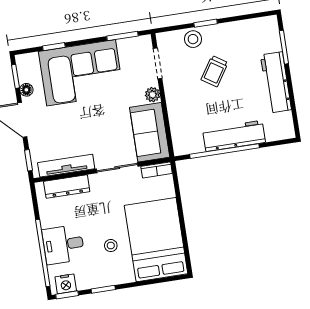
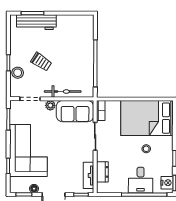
workbench: (276, 82) -> (36, 22), moved
bicycle: (176, 110) -> (63, 92), added
workbench: (234, 136) -> (86, 56), removed
tv unit: (66, 166) -> (89, 175), width x0.71
dresser: (67, 186) -> (102, 172), width x0.70

